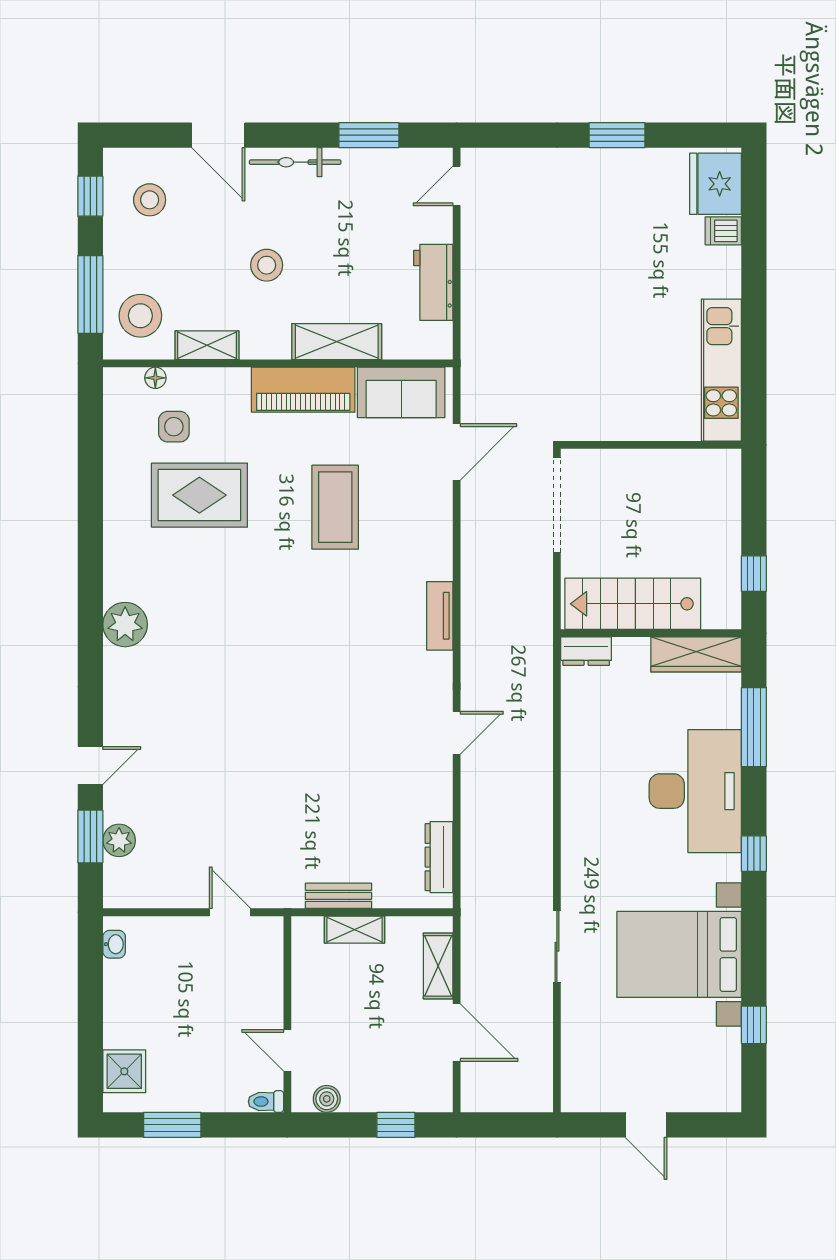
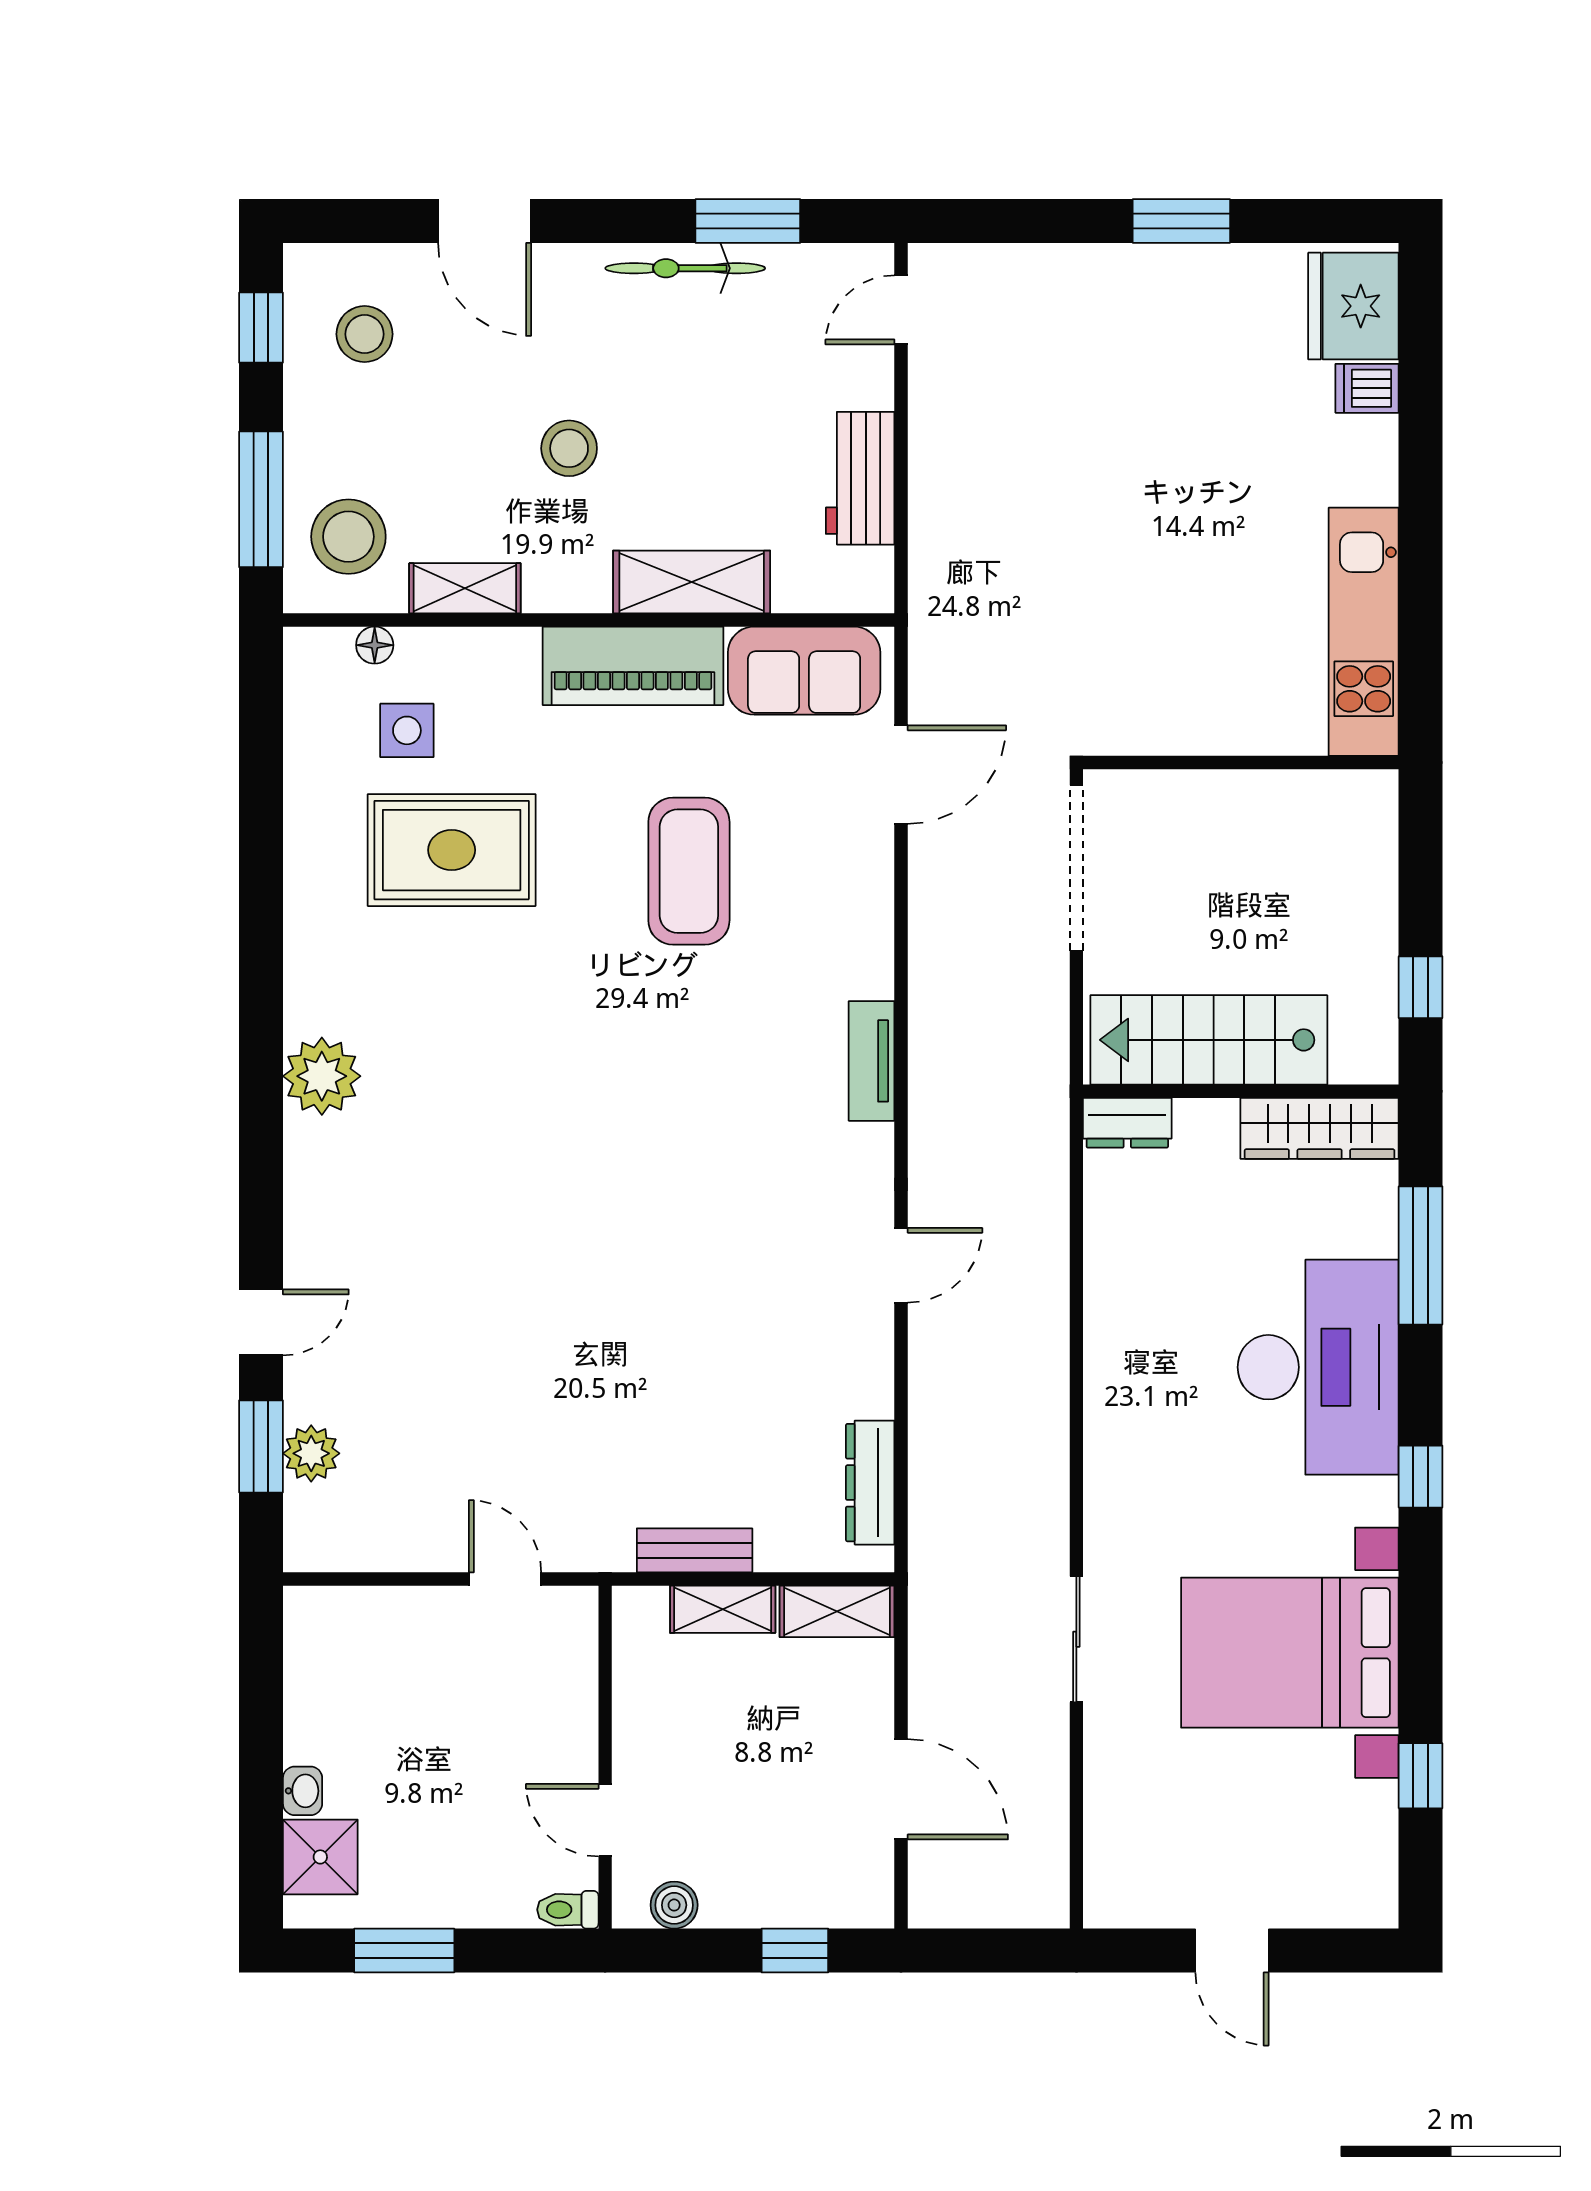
bicycle: (295, 162) -> (685, 268), moved
washbasin: (114, 944) -> (303, 1791), moved
shelving: (438, 966) -> (837, 1611), moved, turned 90

